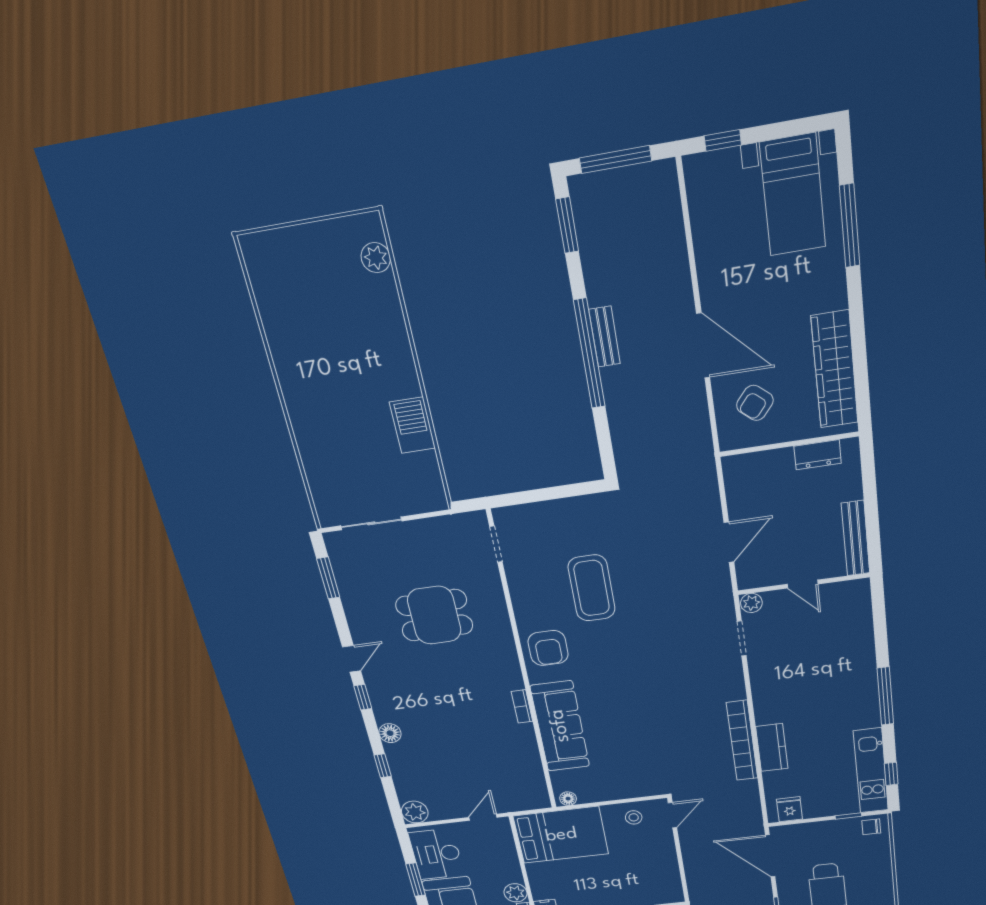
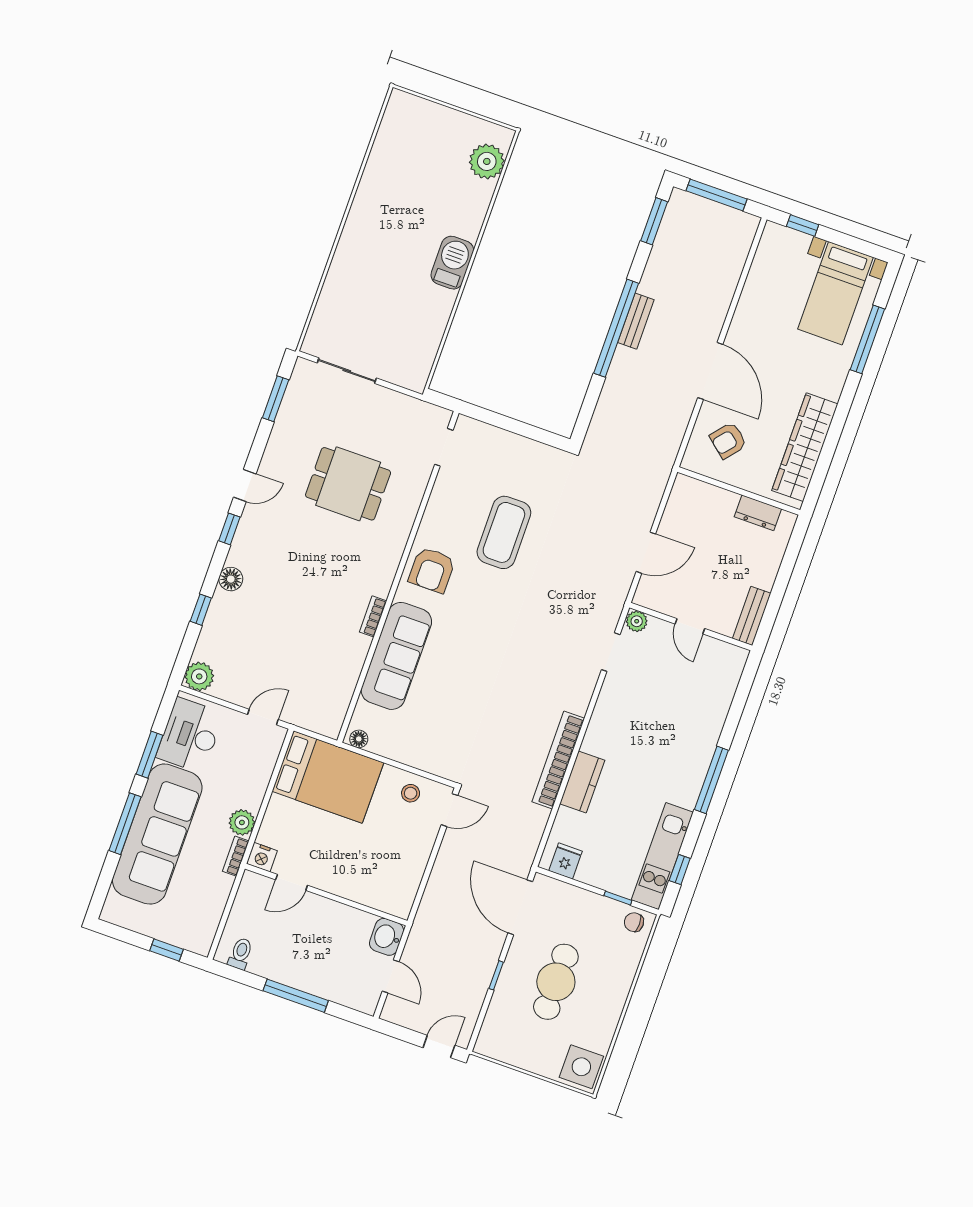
plant: (376, 258) -> (487, 161), width x1.36, depth x1.36
barbecue: (412, 425) -> (452, 263), moved
bench: (856, 538) -> (752, 616), width x0.73

